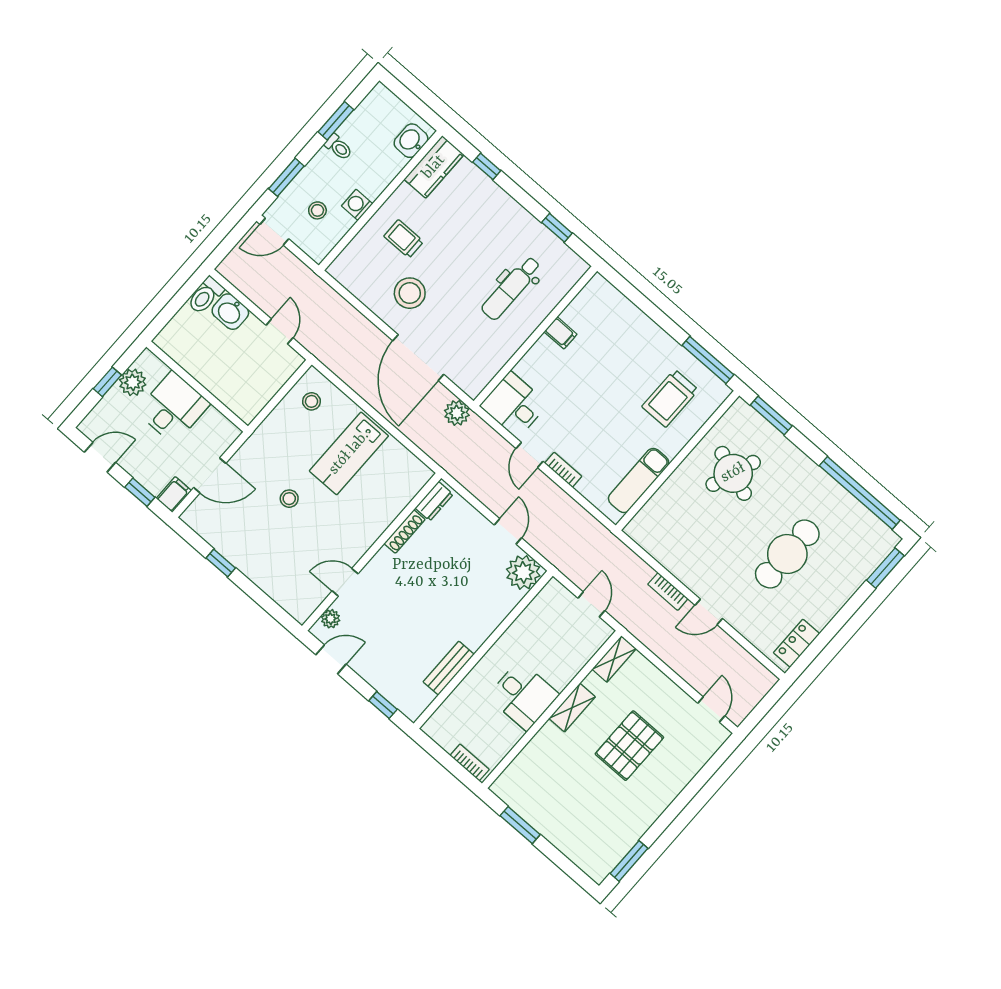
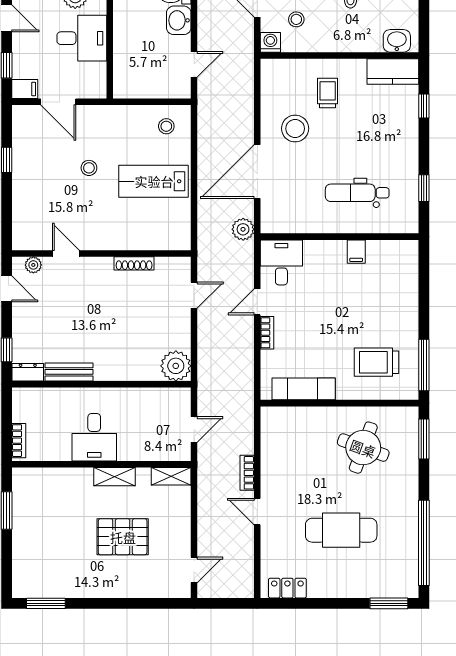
washing machine: (357, 205) -> (270, 42), moved
dresser: (434, 501) -> (28, 372), moved, turned 180
door: (508, 531) -> (194, 295), moved

